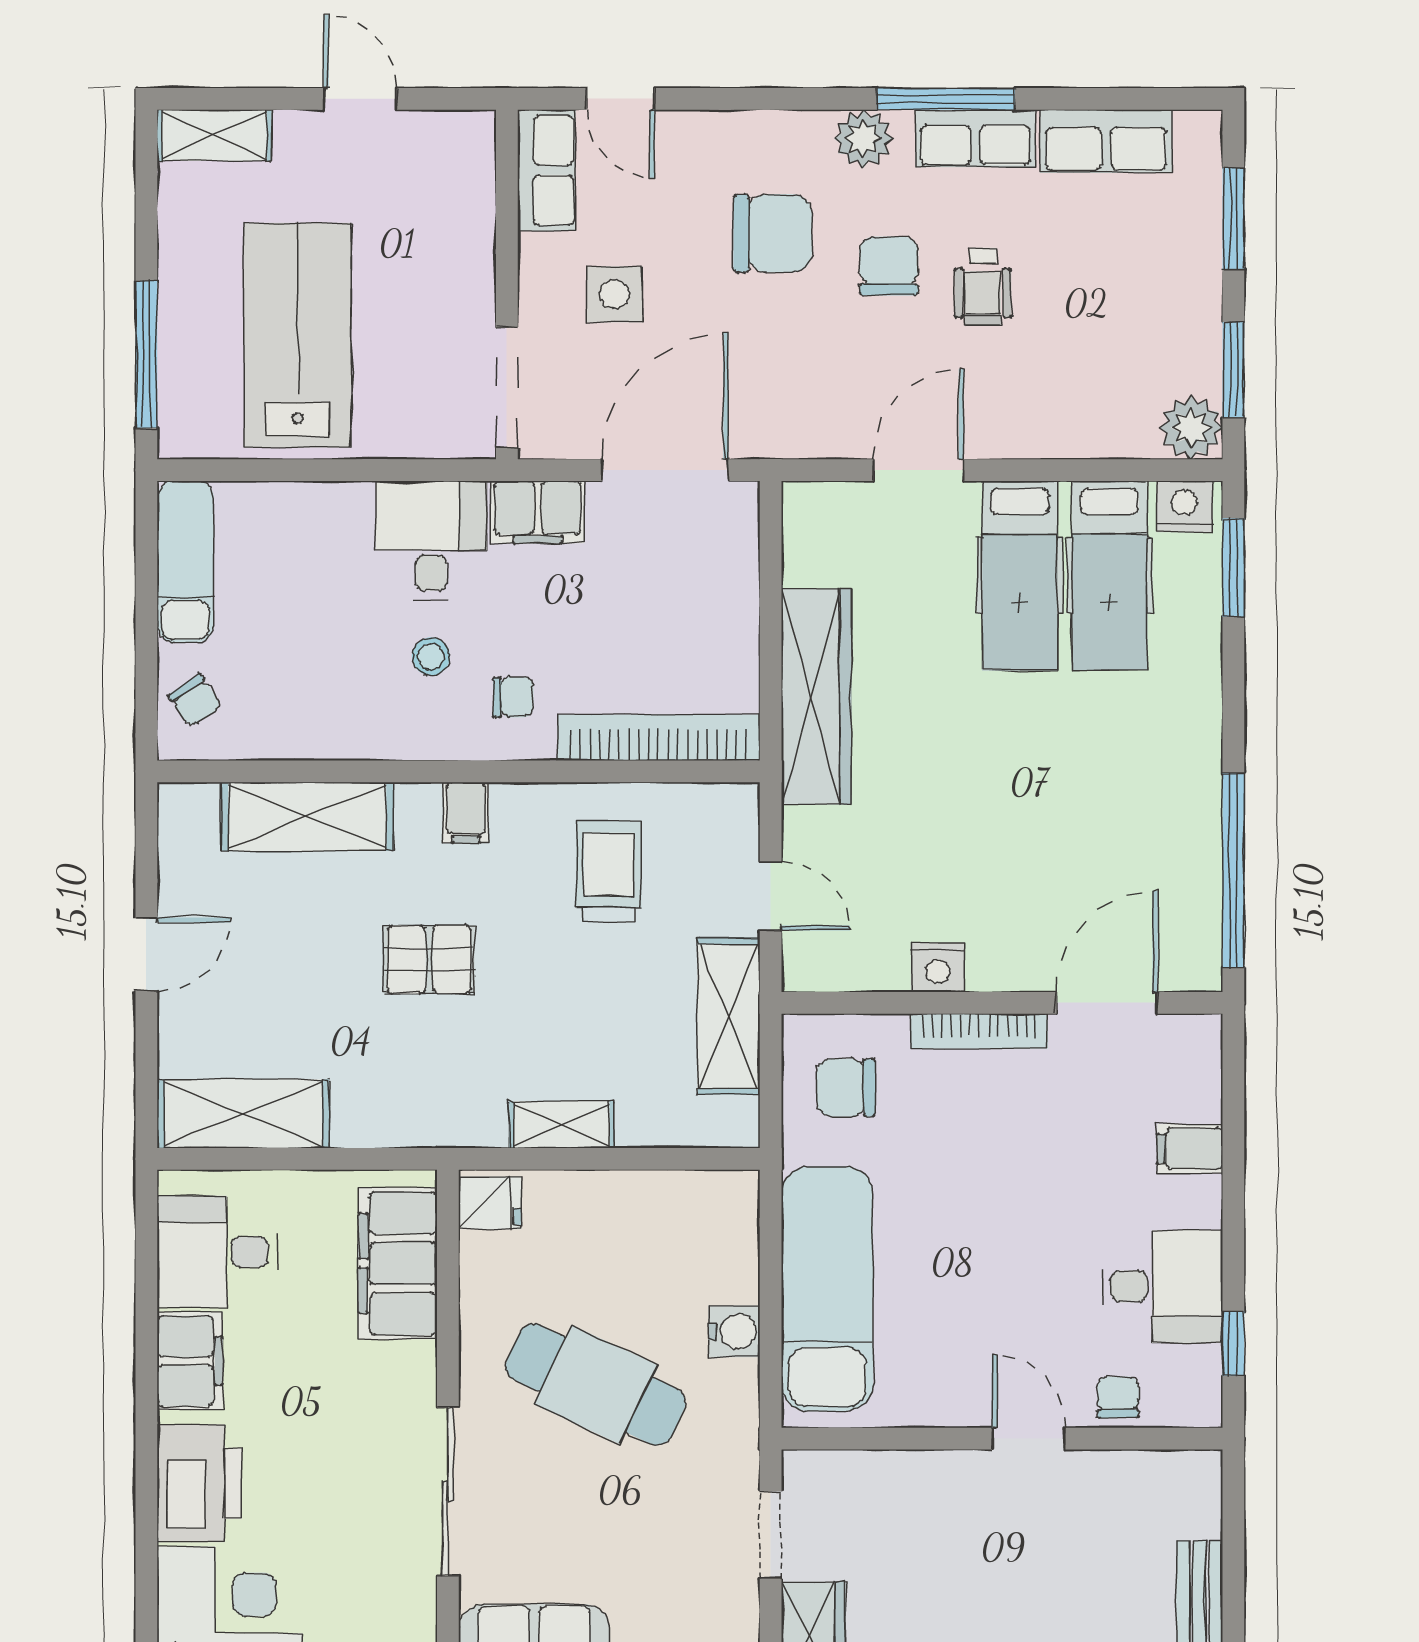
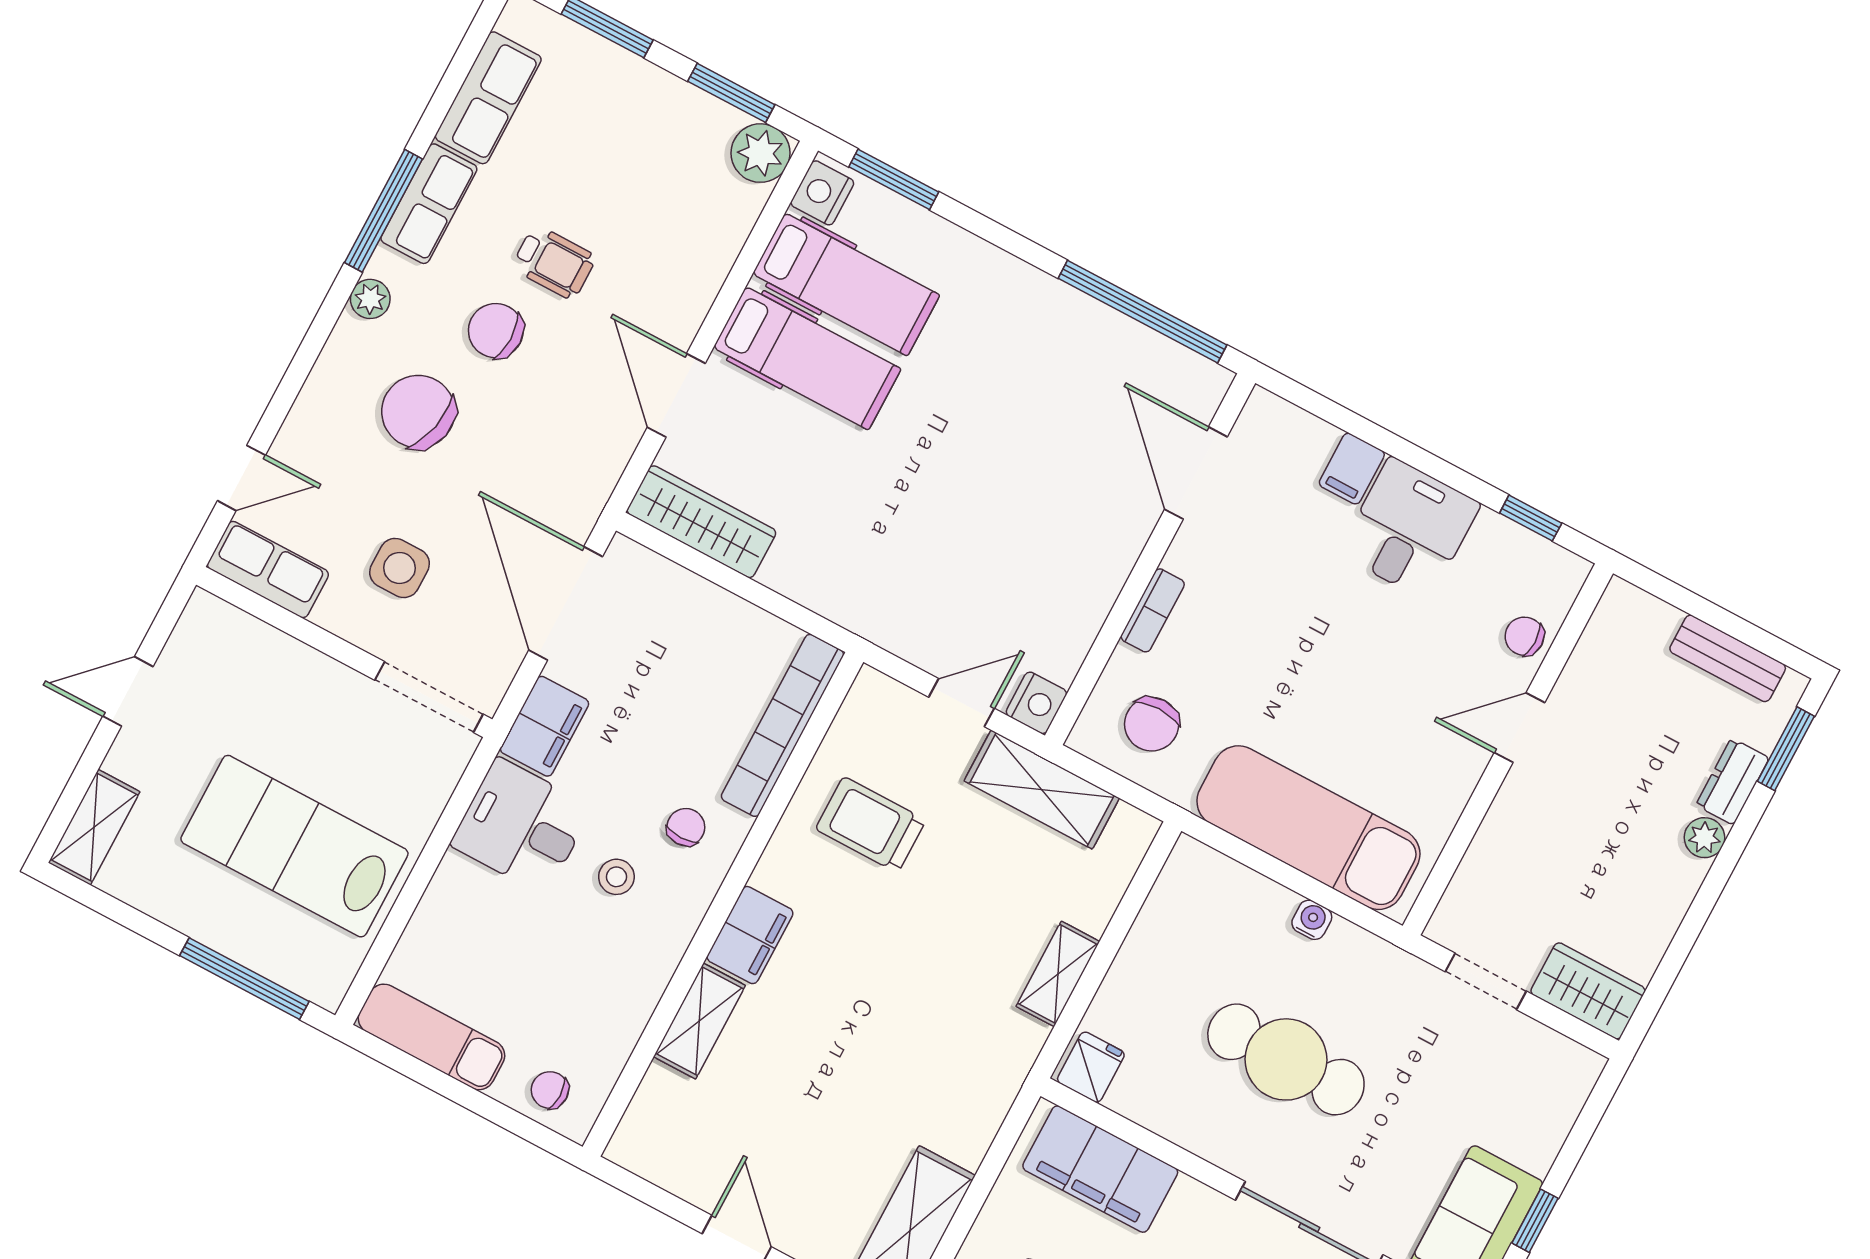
plant: (863, 139) -> (370, 299), width x0.73, depth x0.73
chair: (773, 233) -> (418, 412), turned -77
wardrobe: (816, 697) -> (701, 522), moved, width x0.71, depth x0.85
chair: (195, 701) -> (550, 1090), turned -146
filing cabinet: (466, 813) -> (750, 935), width x2.00
shelving: (307, 817) -> (699, 1021), width x0.67, depth x0.75
pallet: (429, 959) -> (864, 1011), removed
nightstand: (938, 967) -> (1036, 703), moved
bookcase: (979, 1031) -> (1153, 610), width x0.64
desk: (1162, 1286) -> (1409, 529), moved
water cooler: (734, 1331) -> (1312, 920), width x0.72, depth x0.72
cafe table: (596, 1384) -> (1286, 1059), turned 65

